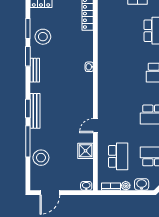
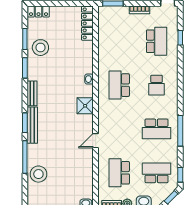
bench: (35, 70) -> (32, 93), moved
school desk: (118, 73) -> (119, 85), added
shower: (86, 151) -> (85, 106), moved
school desk: (118, 156) -> (119, 173), turned 180

